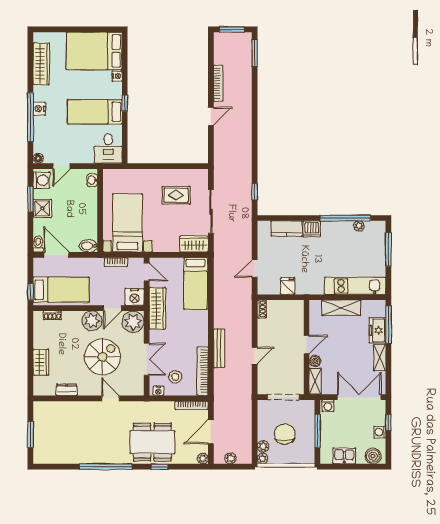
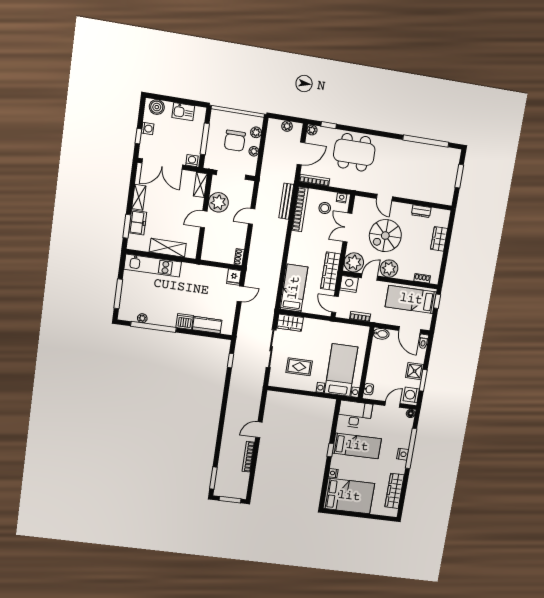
desk: (108, 149) -> (355, 415), width x1.37
bed with nightstands: (128, 223) -> (341, 370), moved, turned 180
fridge: (288, 286) -> (234, 277), moved
window: (388, 325) -> (127, 226), width x0.69
bench: (219, 348) -> (286, 201), moved
boiler: (315, 361) -> (198, 203), removed
plant: (293, 365) -> (218, 202), added
plant: (263, 459) -> (254, 151), moved
window: (106, 467) -> (426, 141), moved
window: (159, 467) -> (329, 125), moved

